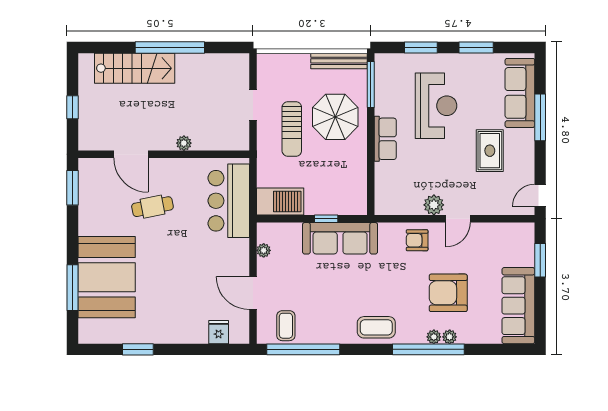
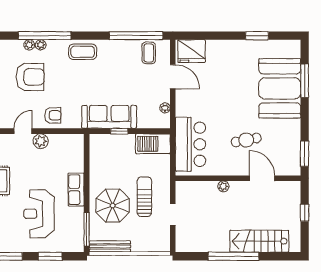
fridge: (219, 332) -> (192, 51), width x1.88, depth x1.34

